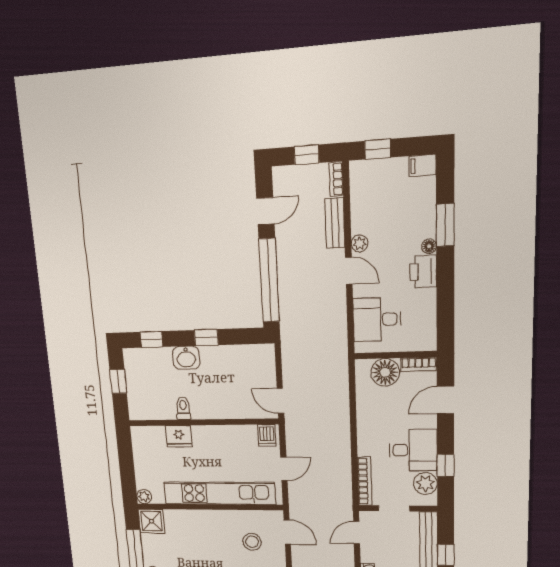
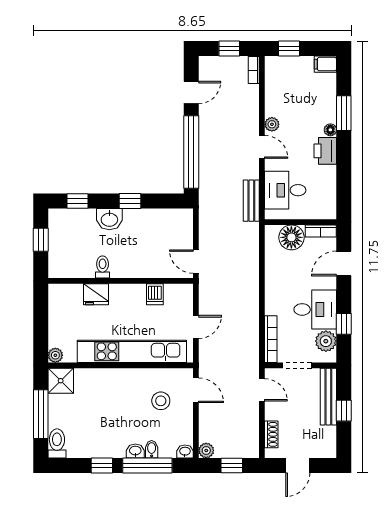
bench: (335, 223) -> (251, 201), moved
dishwasher: (267, 435) -> (155, 294), moved
door: (357, 533) -> (262, 390), swing flipped

